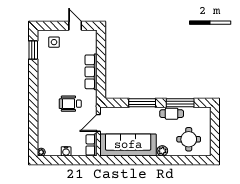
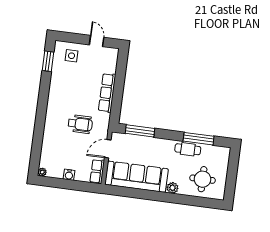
window: (142, 103) -> (140, 131), moved
wheelchair: (70, 104) -> (80, 124), turned 180

